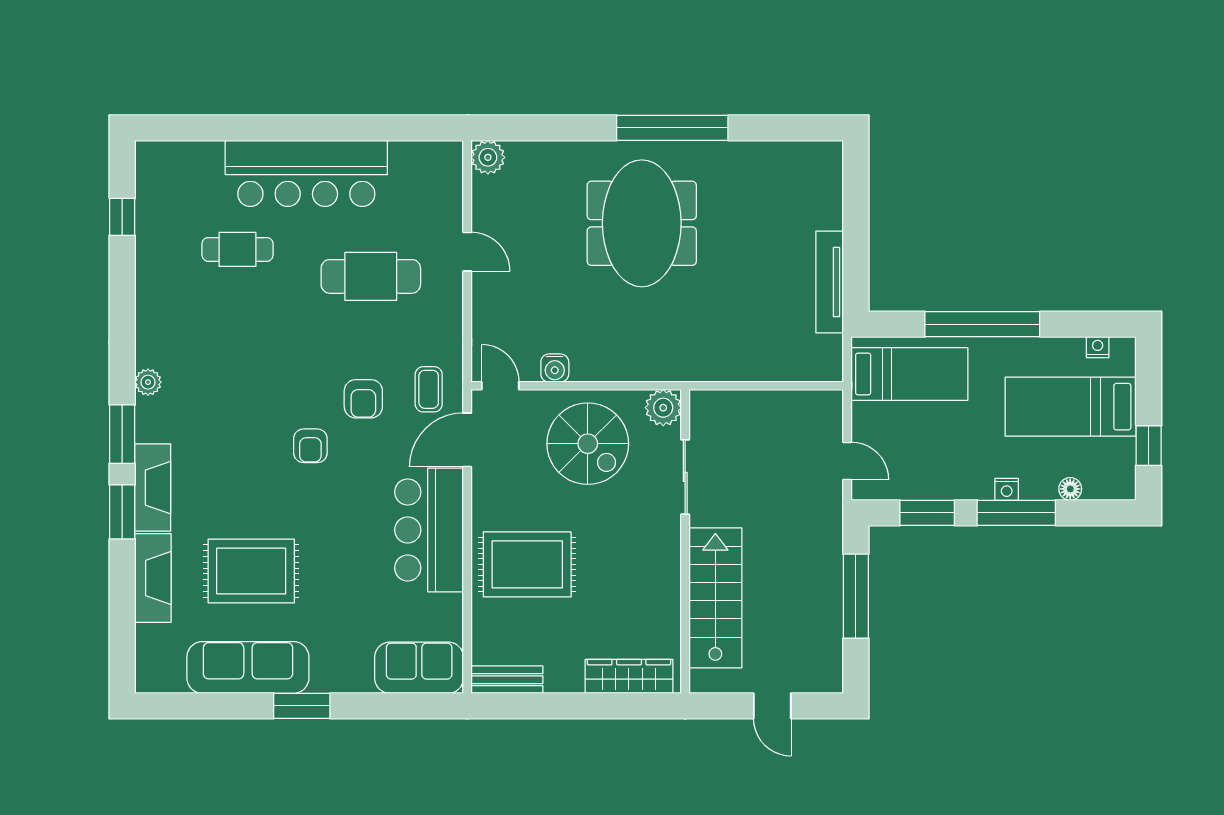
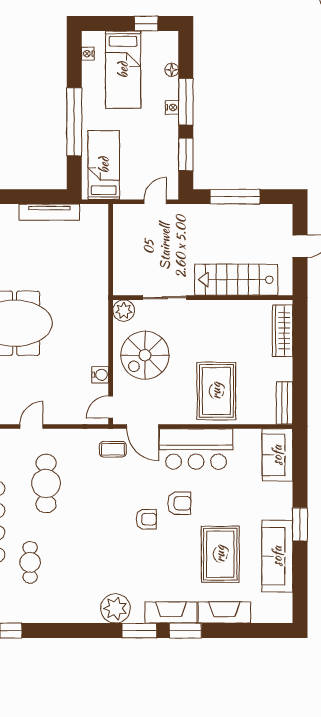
plant: (148, 382) -> (115, 608), width x1.88, depth x1.88
armchair: (363, 399) -> (179, 503), moved
spiral stairs: (588, 444) -> (145, 355), turned 180

